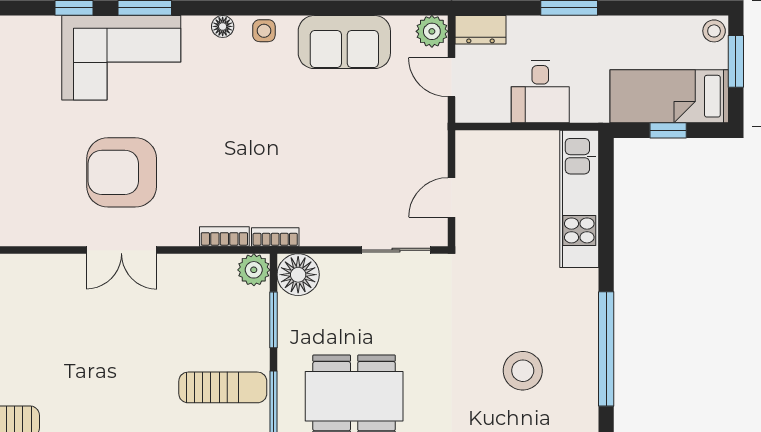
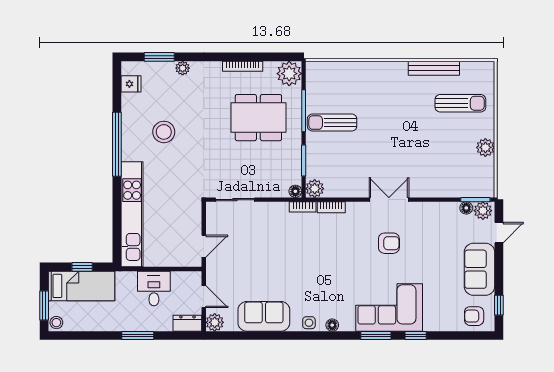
armchair: (122, 172) -> (389, 243), width x0.53, depth x0.53
door: (451, 197) -> (204, 246), moved
kitchen unit: (579, 199) -> (132, 214), width x1.36
floor lamp: (298, 275) -> (295, 191), width x0.53, depth x0.53

